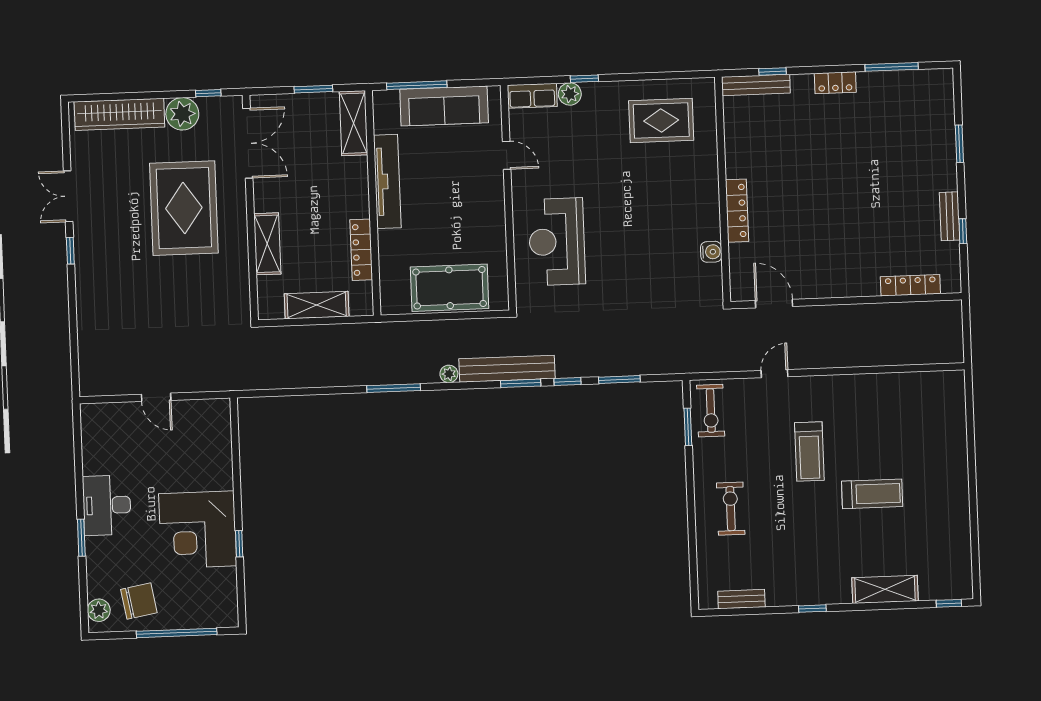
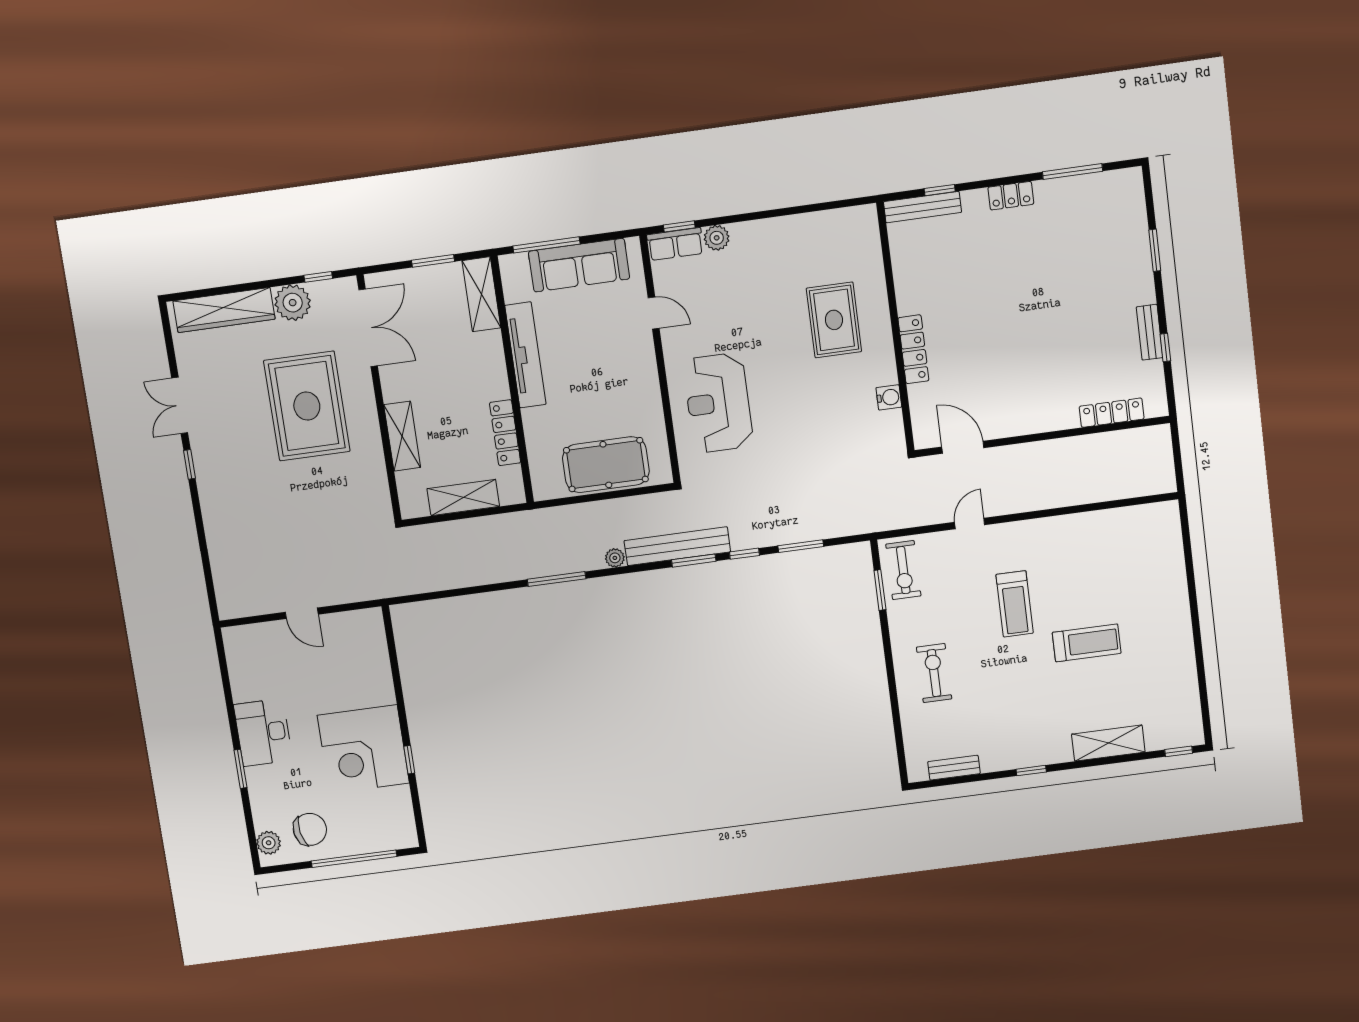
window: (584, 79) -> (679, 226), moved
rug: (661, 120) -> (834, 320), moved, turned 90

